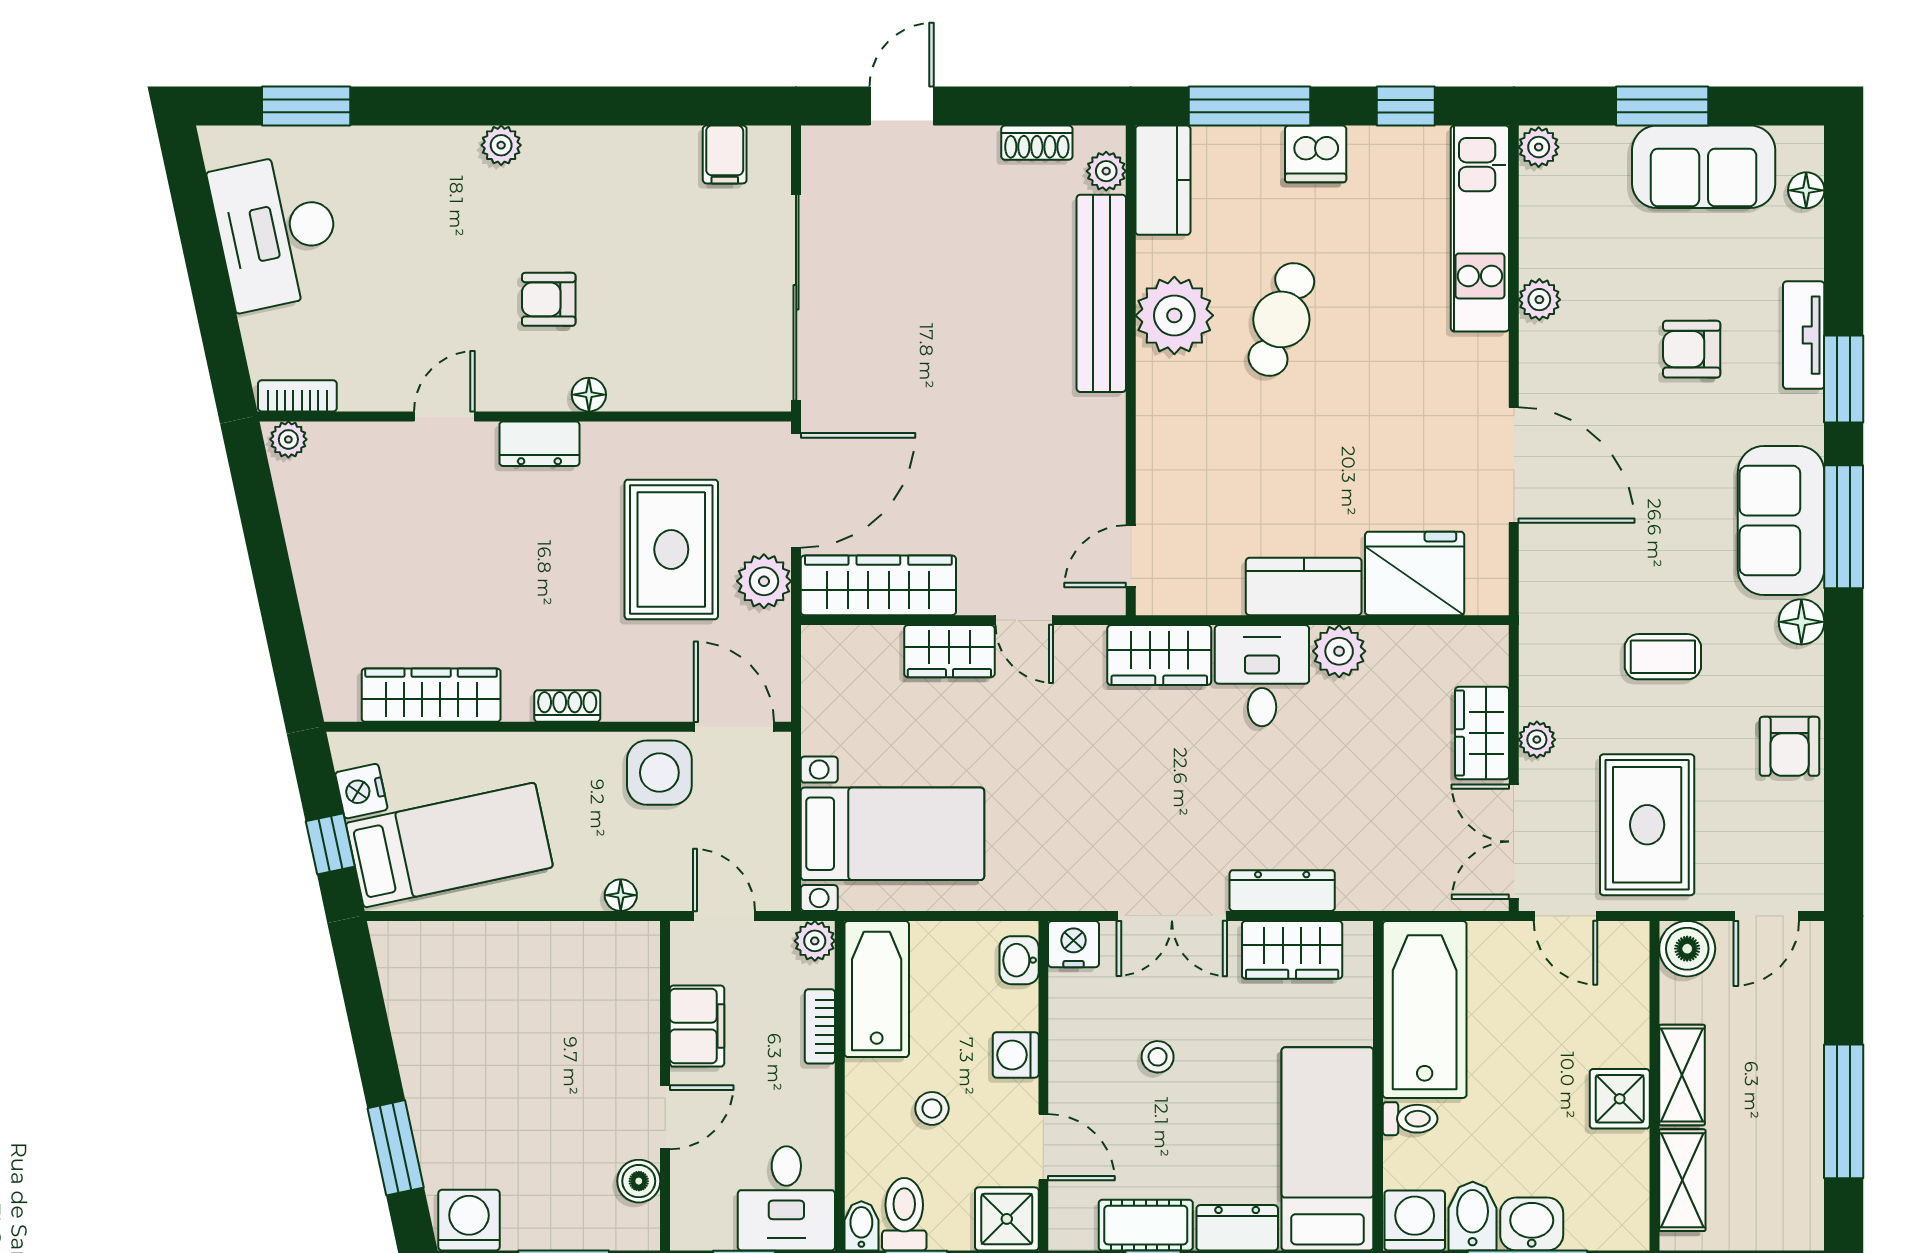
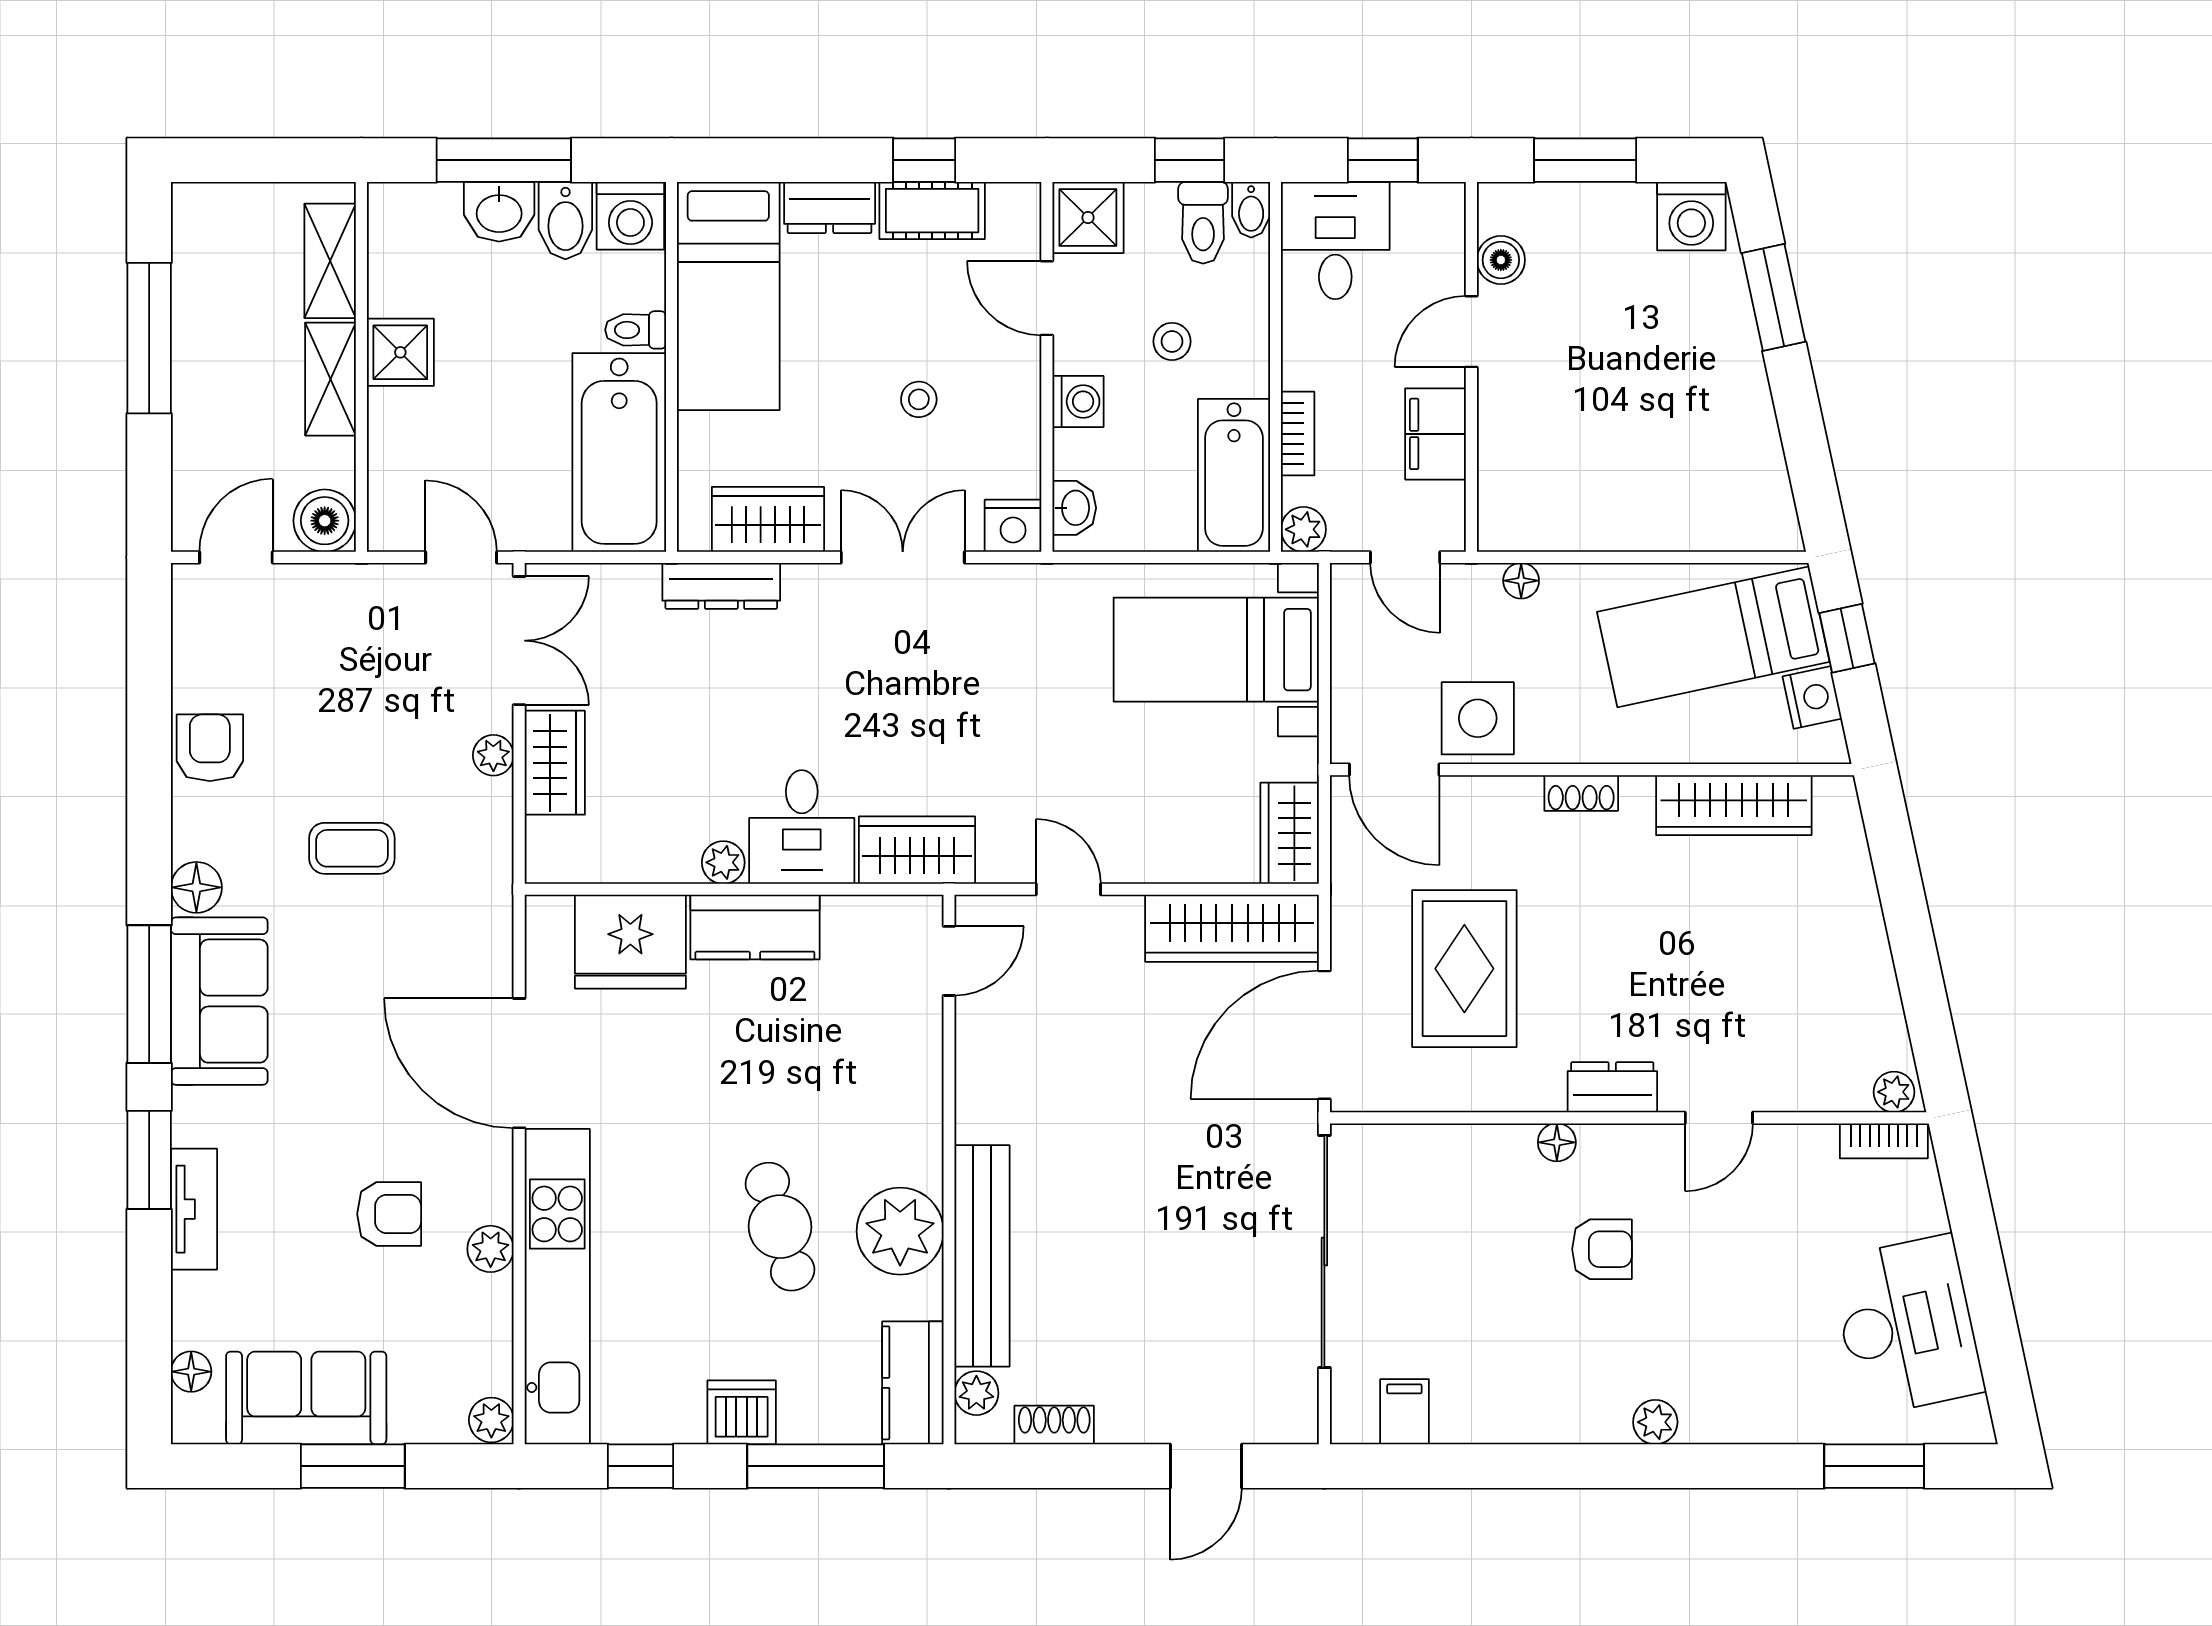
kitchen unit: (1480, 229) -> (557, 1287), width x1.36
cafe table: (1281, 319) -> (780, 1227), turned -35
armchair: (1692, 349) -> (389, 1214), moved
plant: (764, 581) -> (1360, 933), removed
wardrobe: (949, 651) -> (1290, 833), moved, turned -90
plant: (1339, 651) -> (723, 862), width x0.73, depth x0.73
rug: (1647, 825) -> (370, 660), removed
dresser: (1282, 891) -> (721, 586), moved

